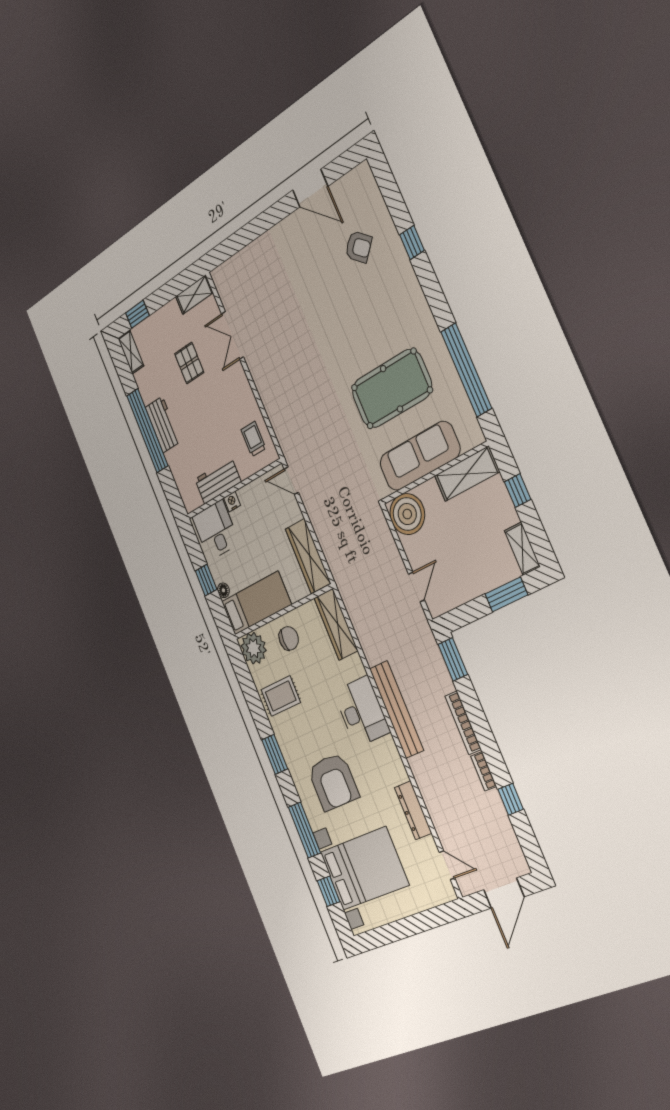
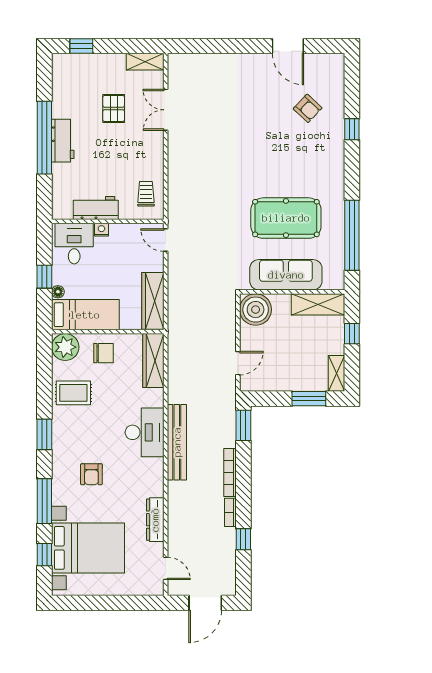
shelving: (131, 352) -> (59, 70), removed
armchair: (333, 782) -> (91, 474), width x0.53, depth x0.53

